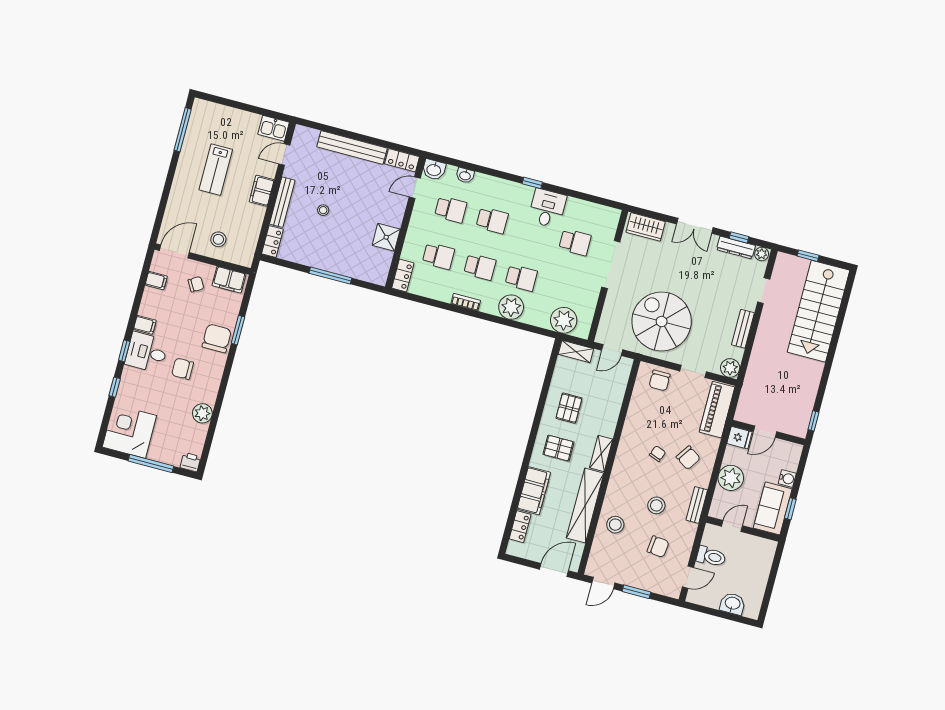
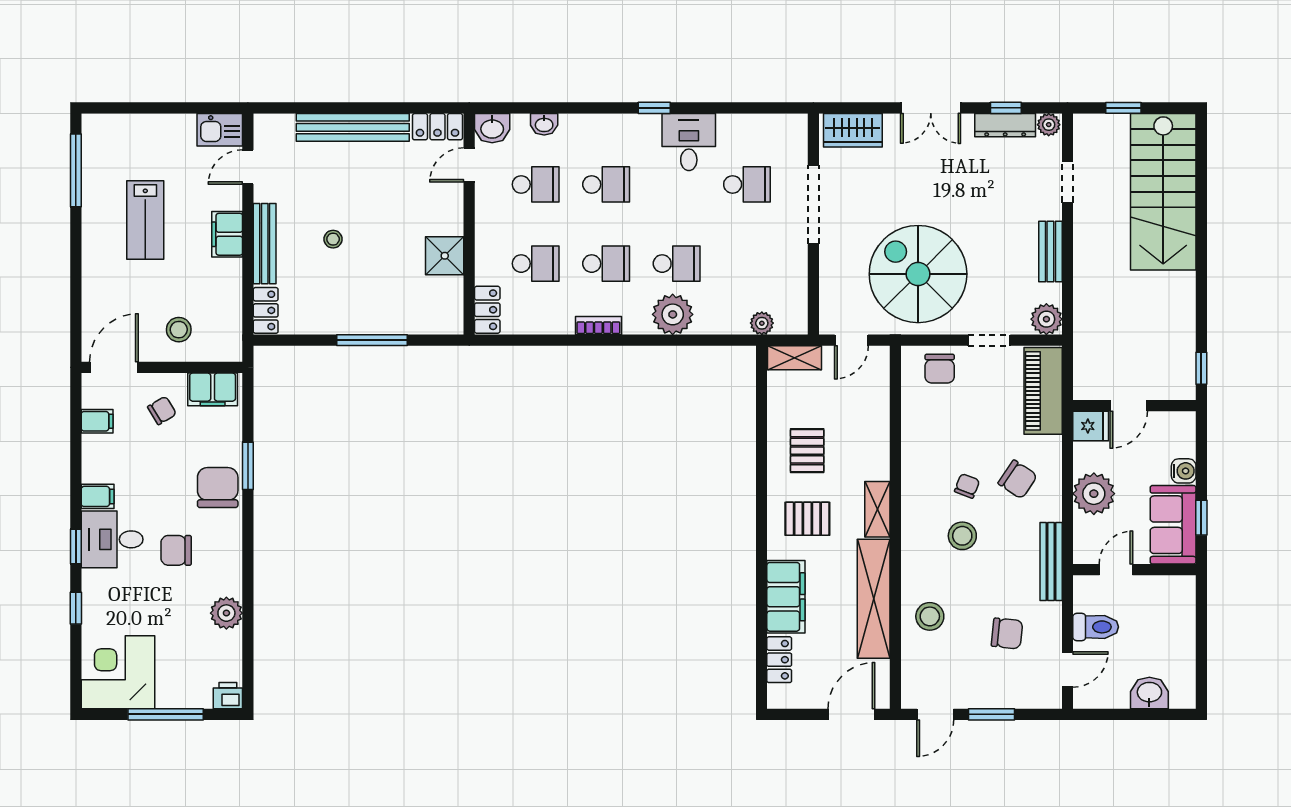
plant: (564, 320) -> (762, 323), width x0.53, depth x0.53
stool: (656, 505) -> (962, 536), moved
bench: (697, 505) -> (1051, 562), width x1.36

